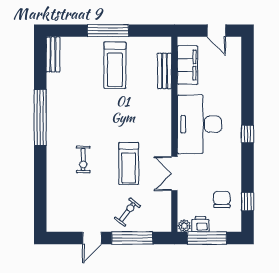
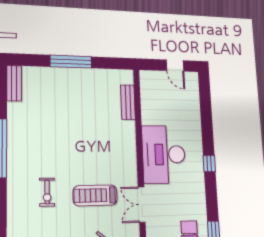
treadmill: (115, 65) -> (79, 96), removed
filing cabinet: (187, 65) -> (150, 97), removed
treadmill: (129, 164) -> (95, 195), turned 90

